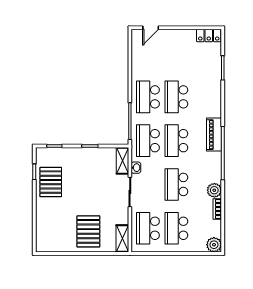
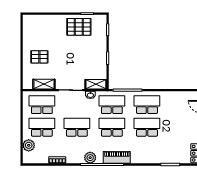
plant: (214, 190) -> (90, 158), moved
pallet: (88, 231) -> (39, 57), width x0.67, depth x0.71
shelving: (122, 238) -> (44, 84), moved
plant: (214, 245) -> (29, 145), moved

